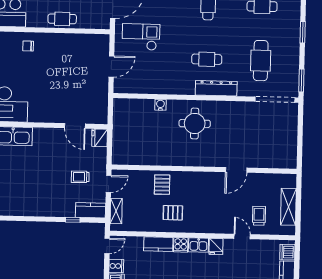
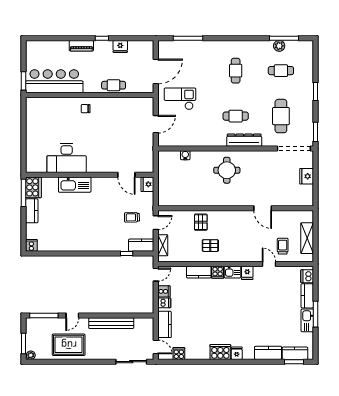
water cooler: (160, 105) -> (185, 155), moved
fridge: (290, 133) -> (307, 176), added
door: (236, 170) -> (263, 208), hinge flipped

